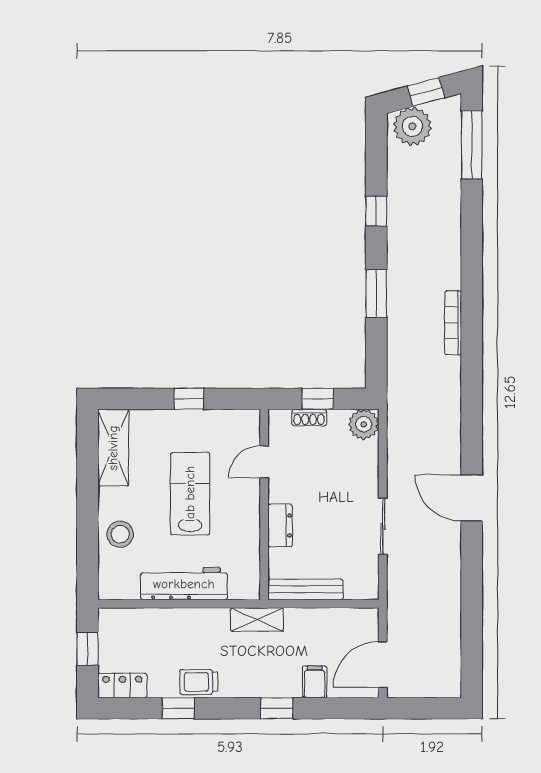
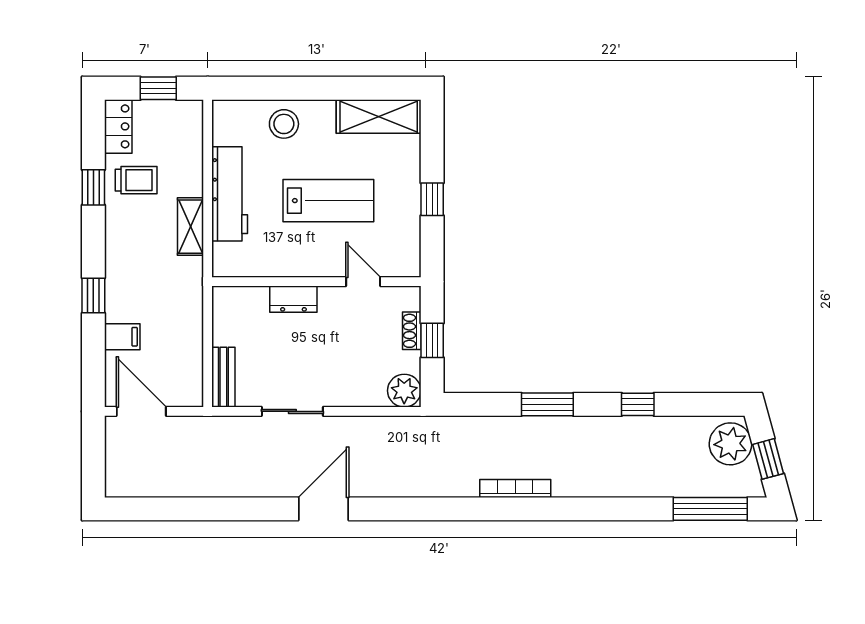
bench: (305, 589) -> (223, 377), moved, width x0.73
shelving: (257, 620) -> (190, 227), moved
trolley: (199, 682) -> (136, 180), moved, turned 90

